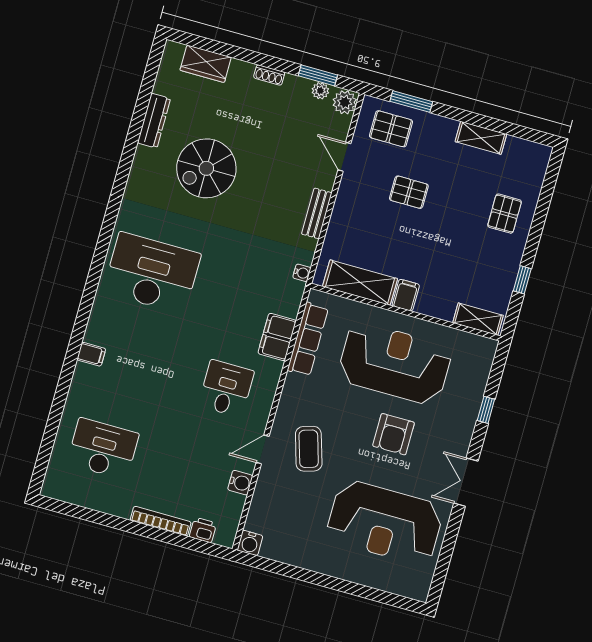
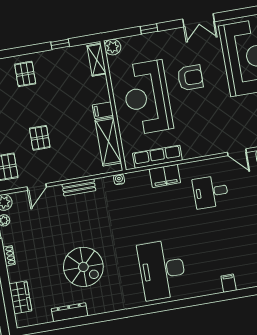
pallet: (505, 214) -> (25, 74), turned 90
plant: (485, 349) -> (113, 47), added
coffee table: (309, 449) -> (223, 125), removed

